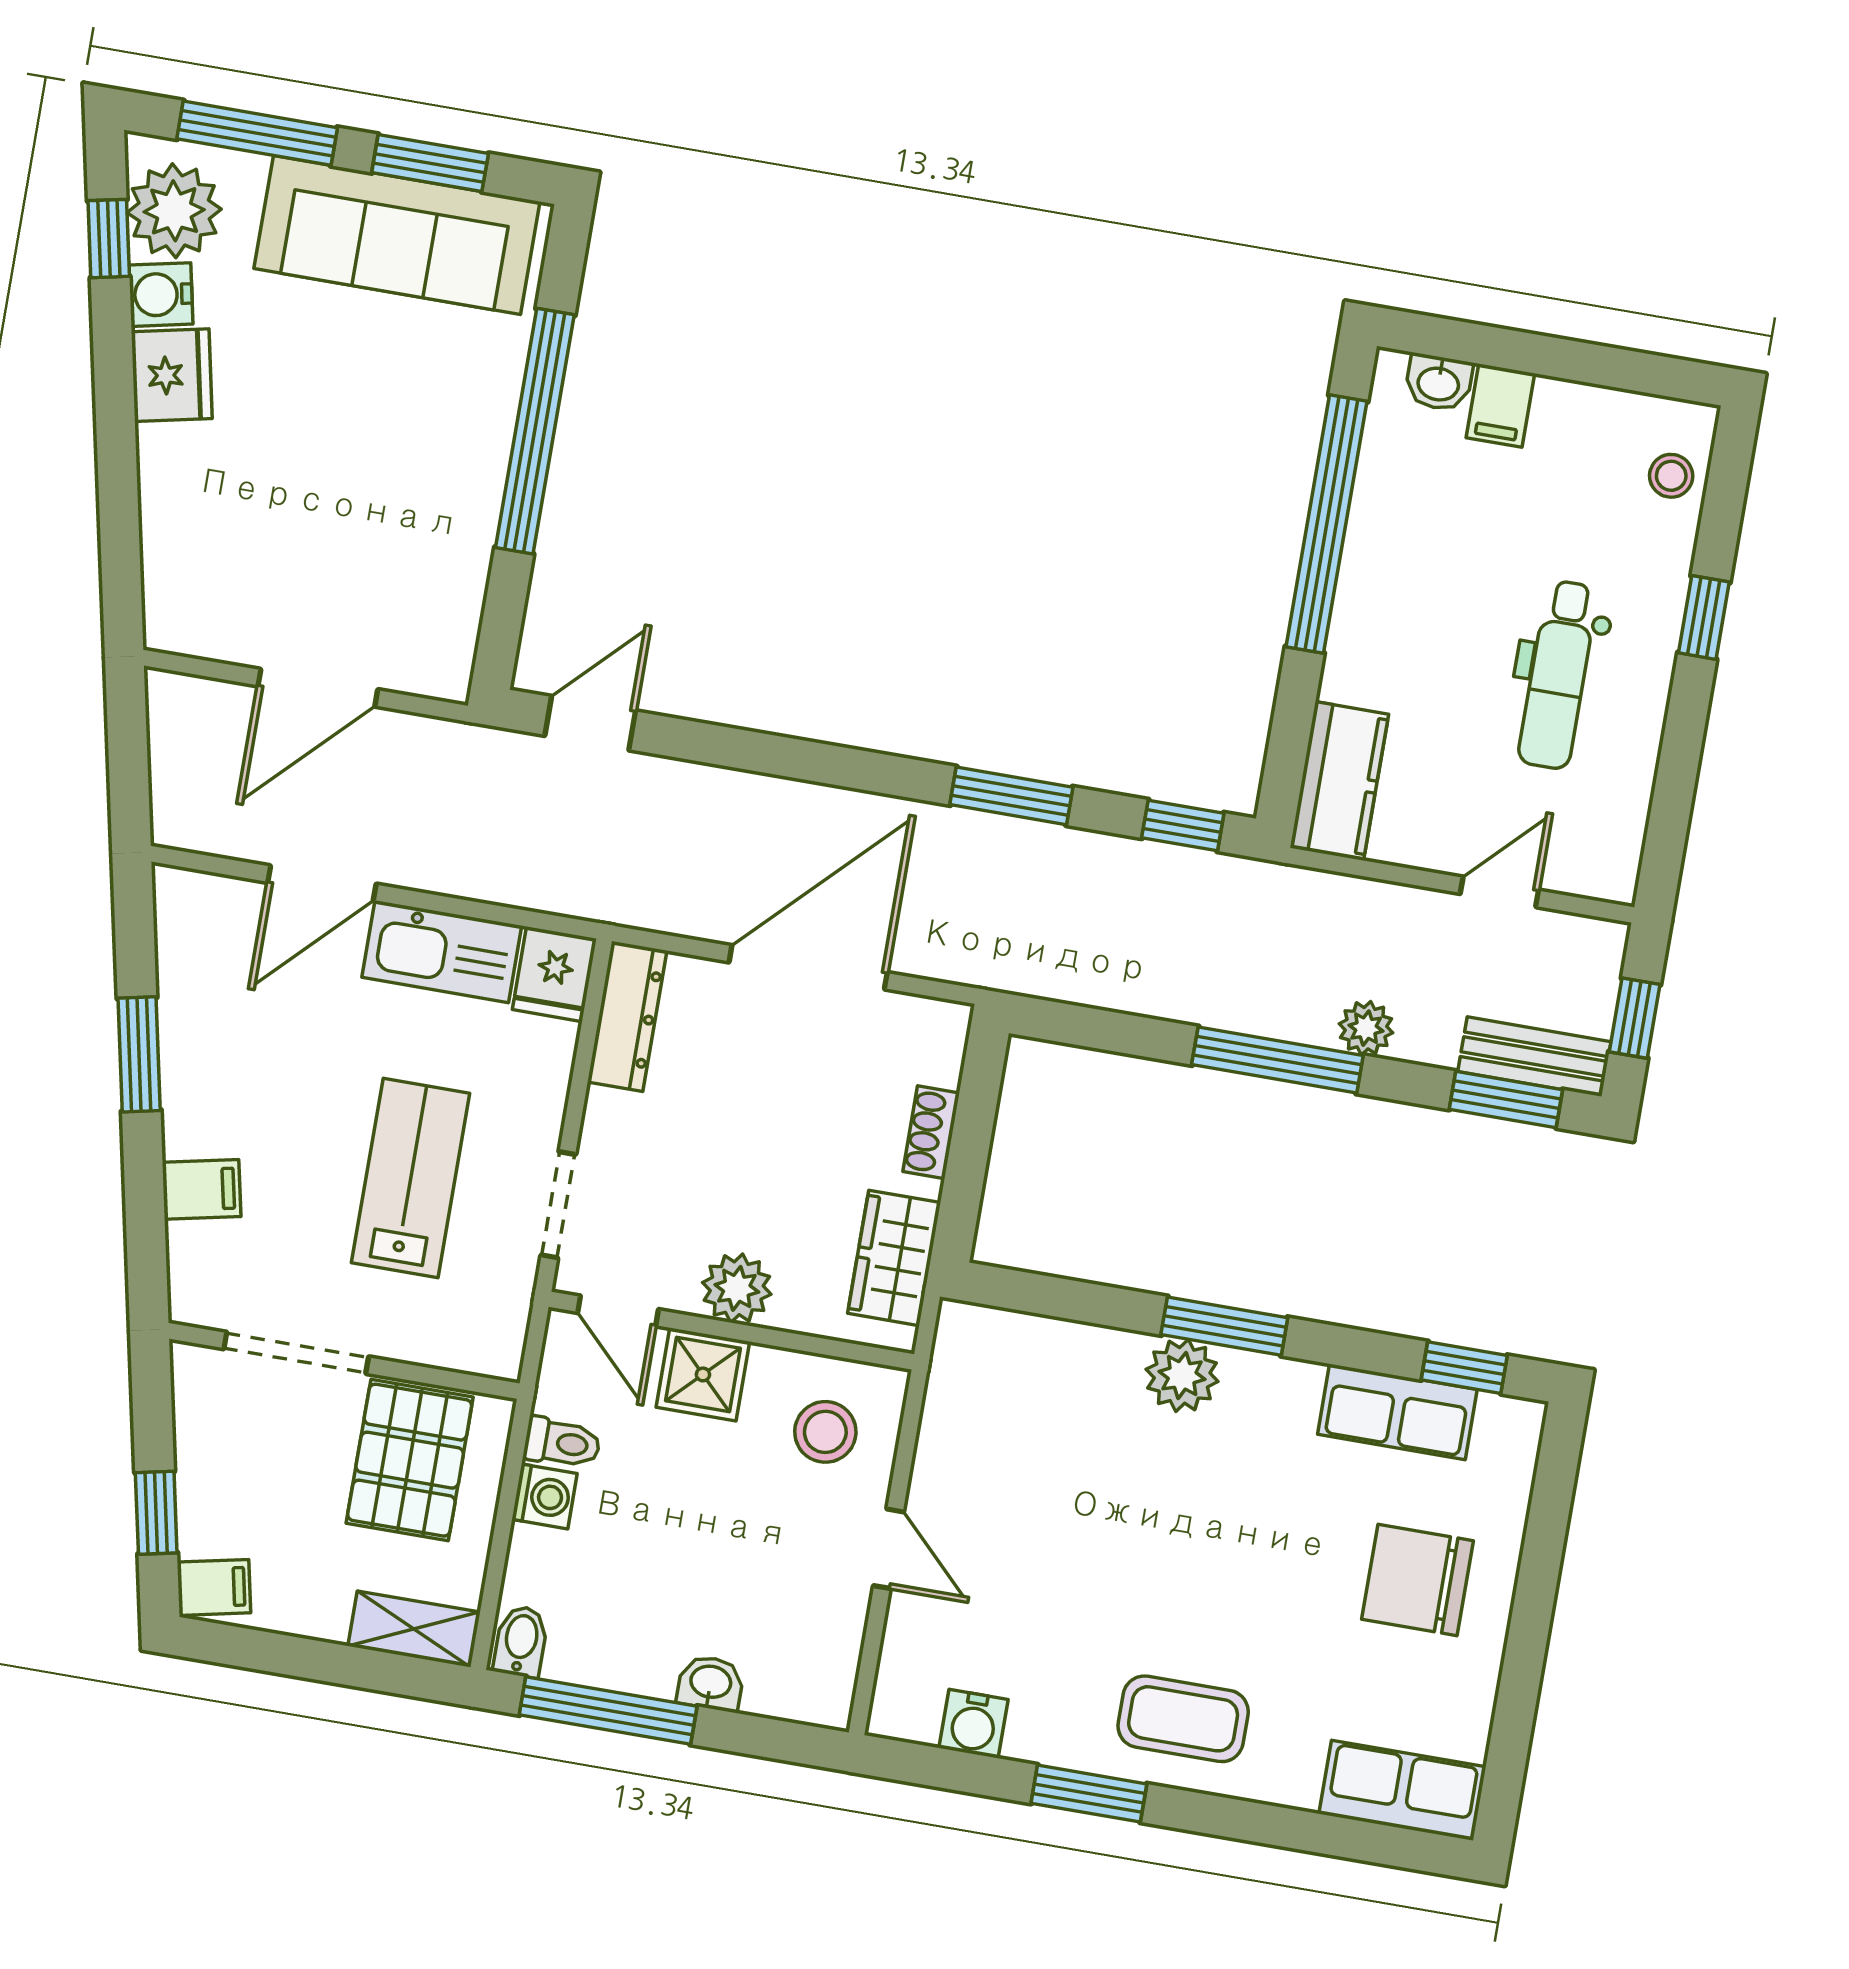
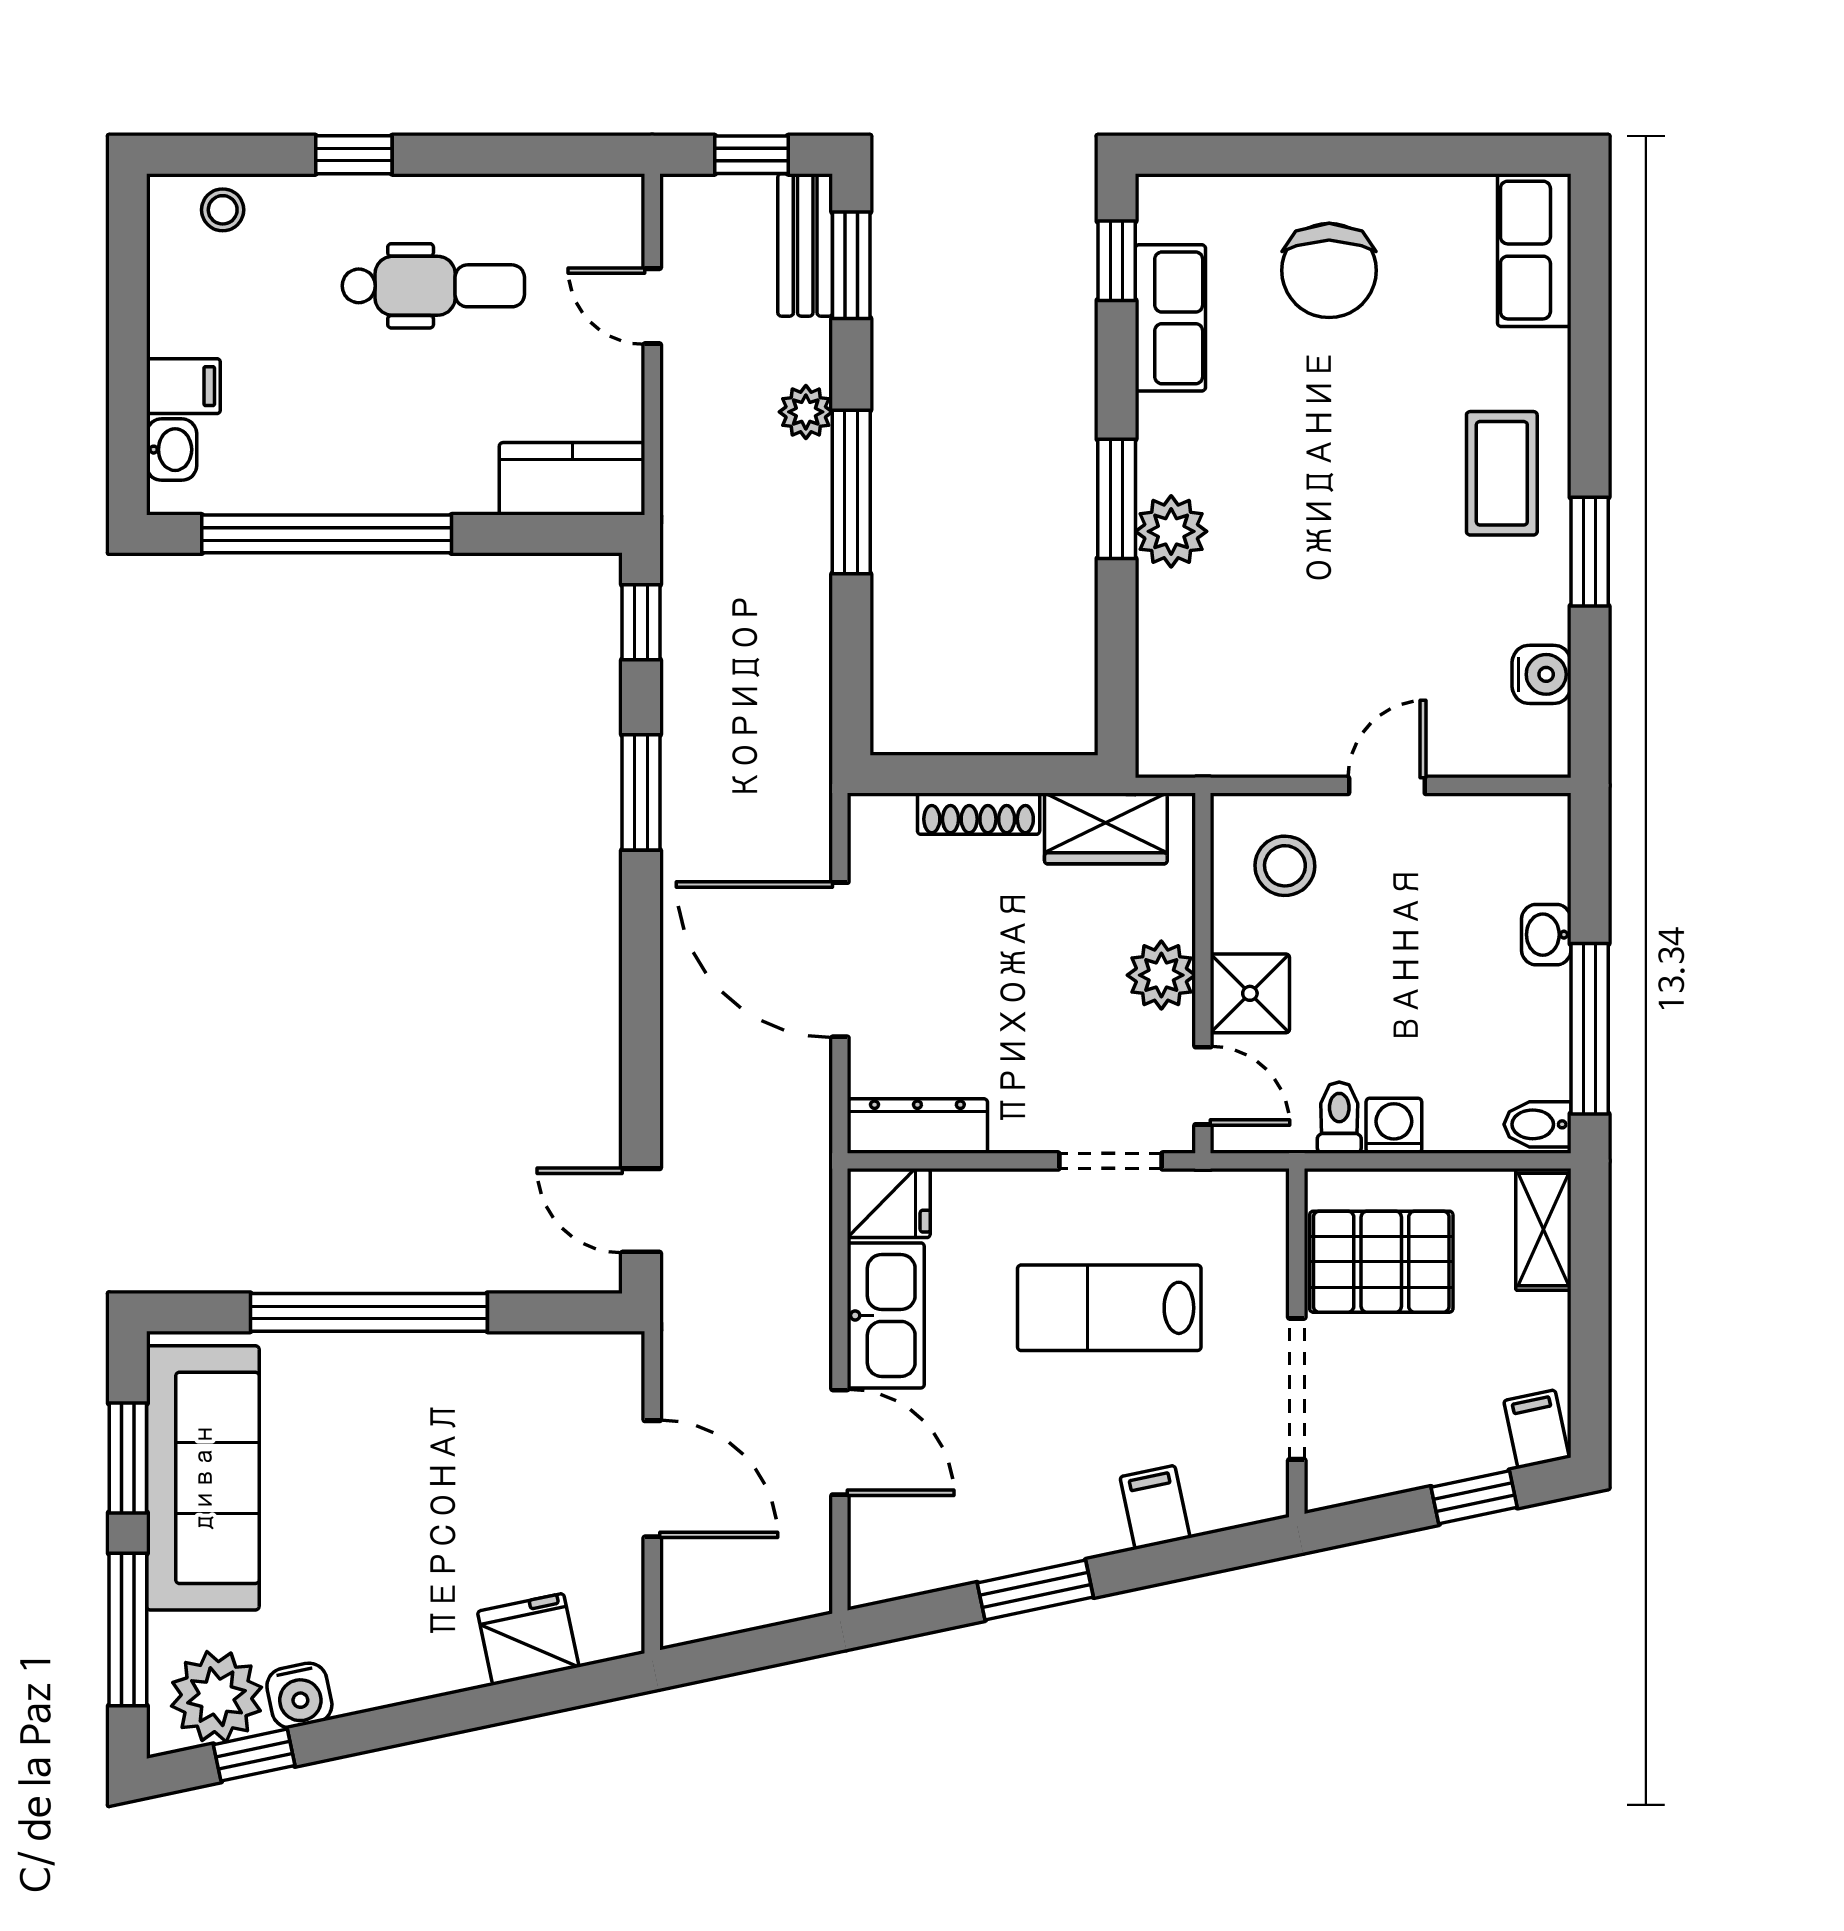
fridge: (172, 375) -> (528, 1639), moved
shoe rack: (931, 1132) -> (979, 814), width x1.43
door: (618, 1311) -> (1203, 1086), hinge flipped

